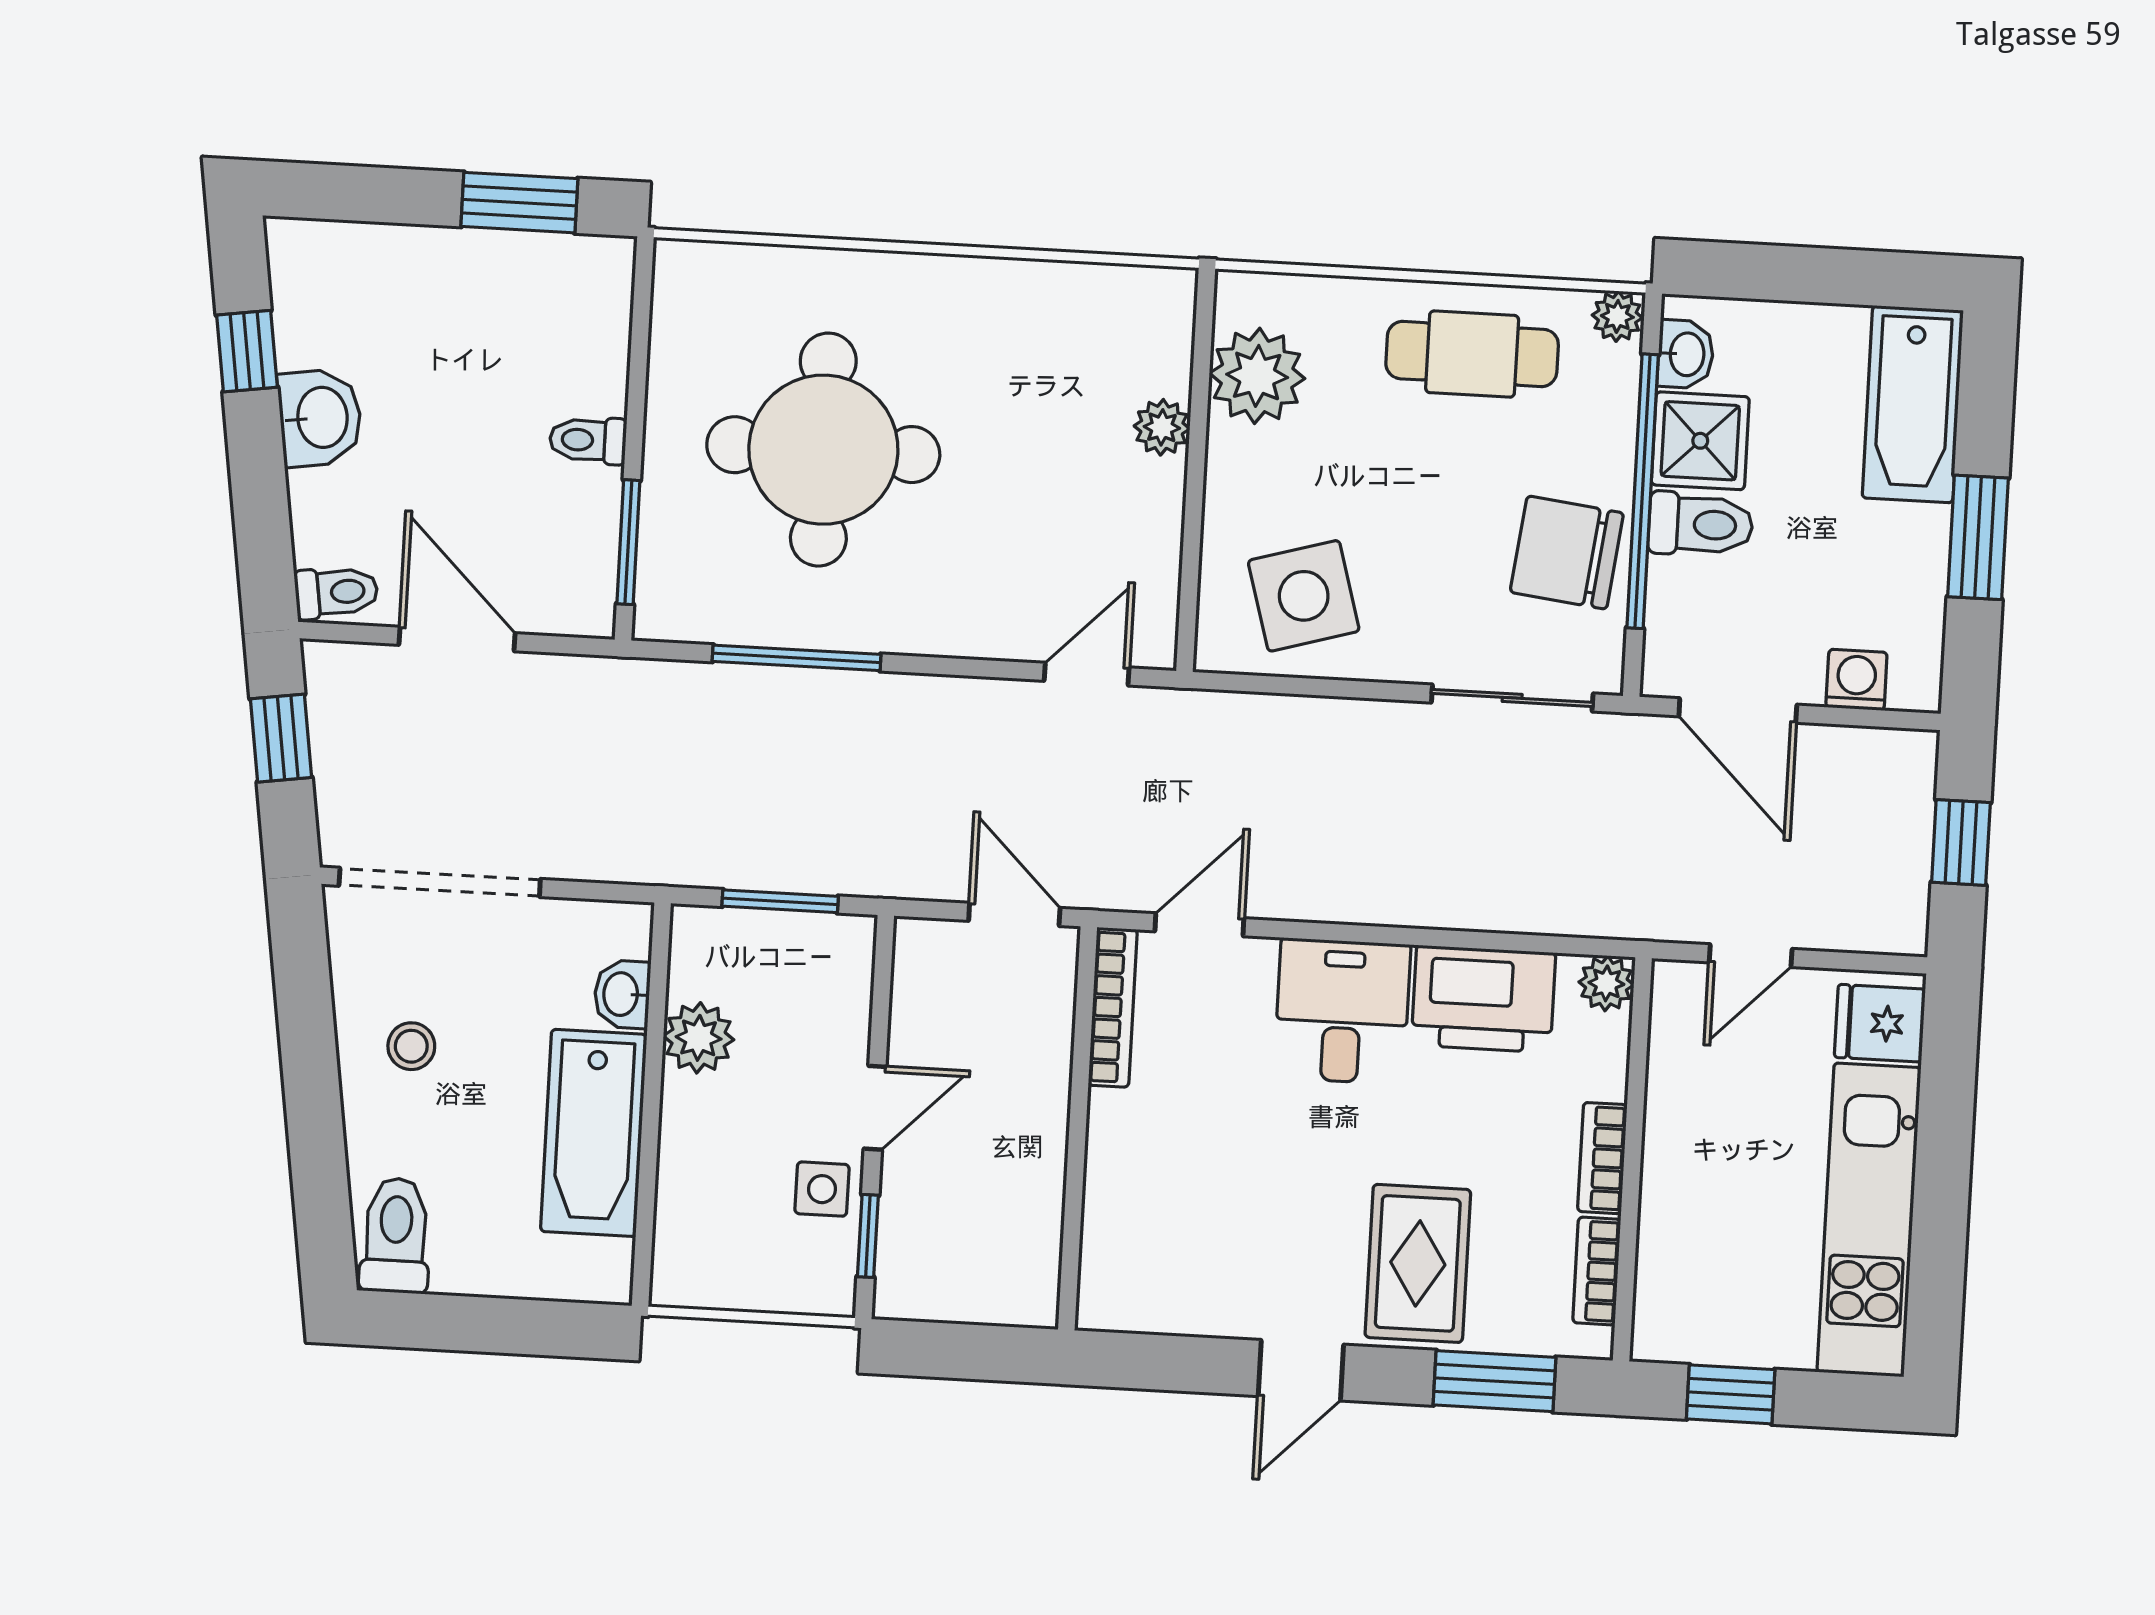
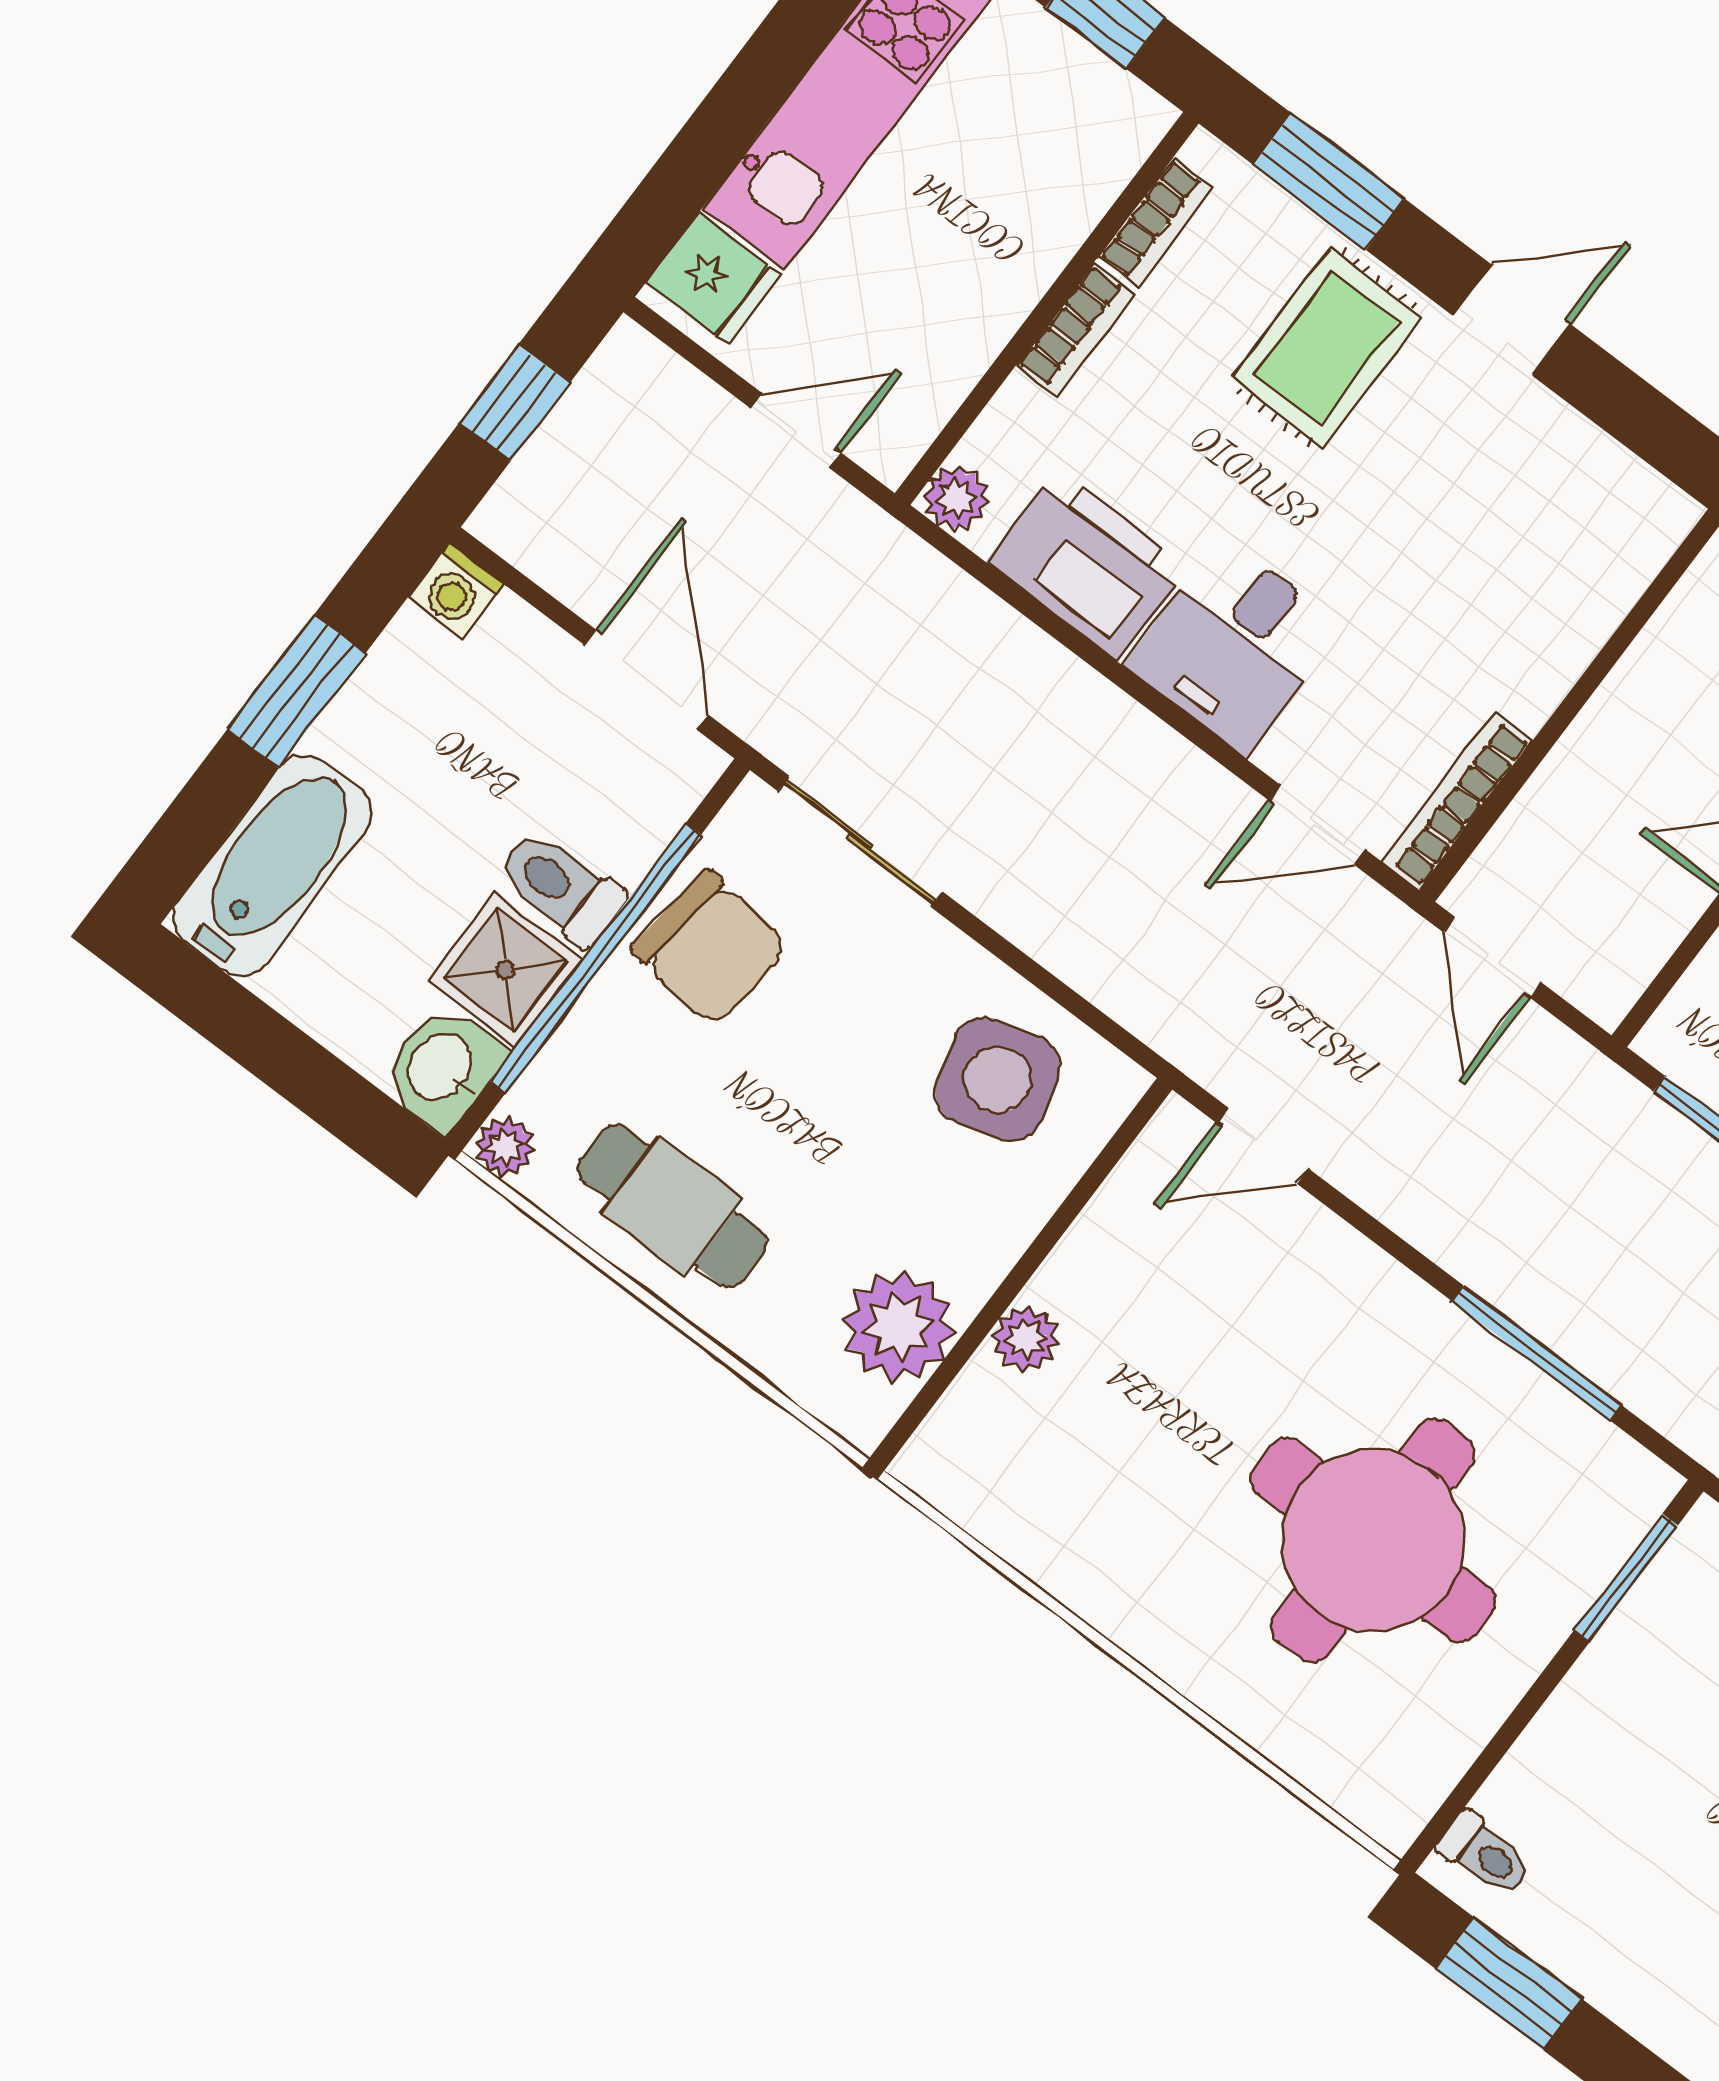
washbasin: (1685, 354) -> (442, 1068), width x1.38, depth x1.45
toilet: (588, 440) -> (1485, 1854), moved
washing machine: (1856, 680) -> (456, 591), moved

